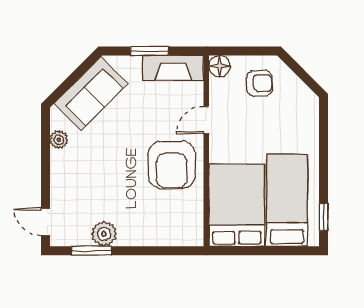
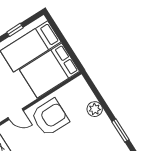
window: (324, 217) -> (15, 30), moved
plant: (104, 234) -> (95, 109), moved

